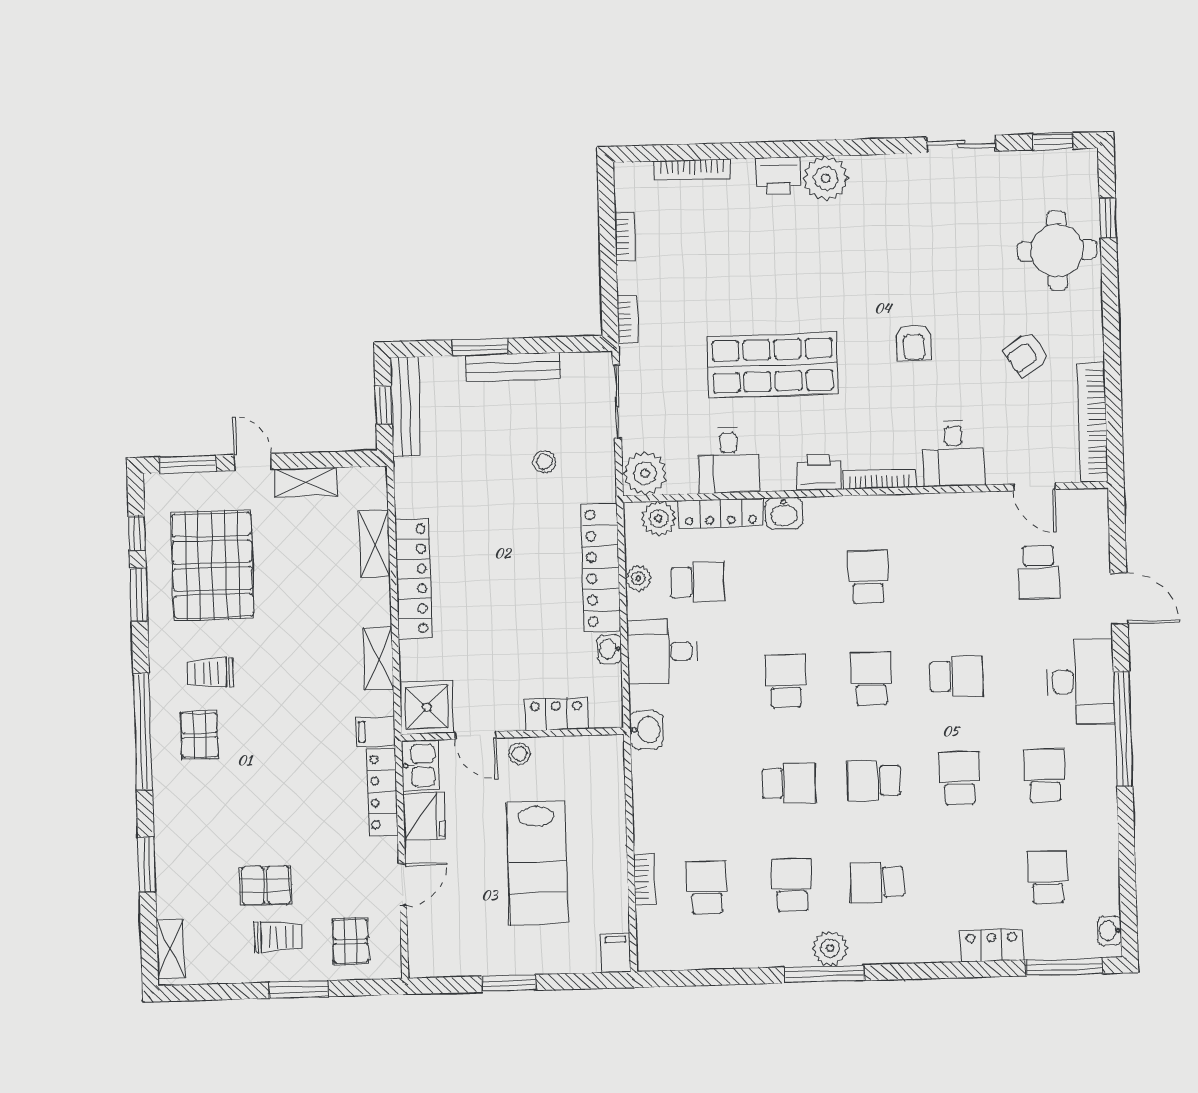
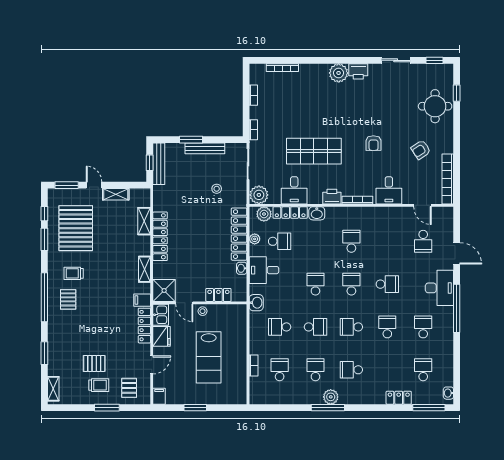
printer: (779, 176) -> (358, 71), moved
school desk: (704, 786) -> (280, 327), added
filing cabinet: (616, 953) -> (159, 396), moved

